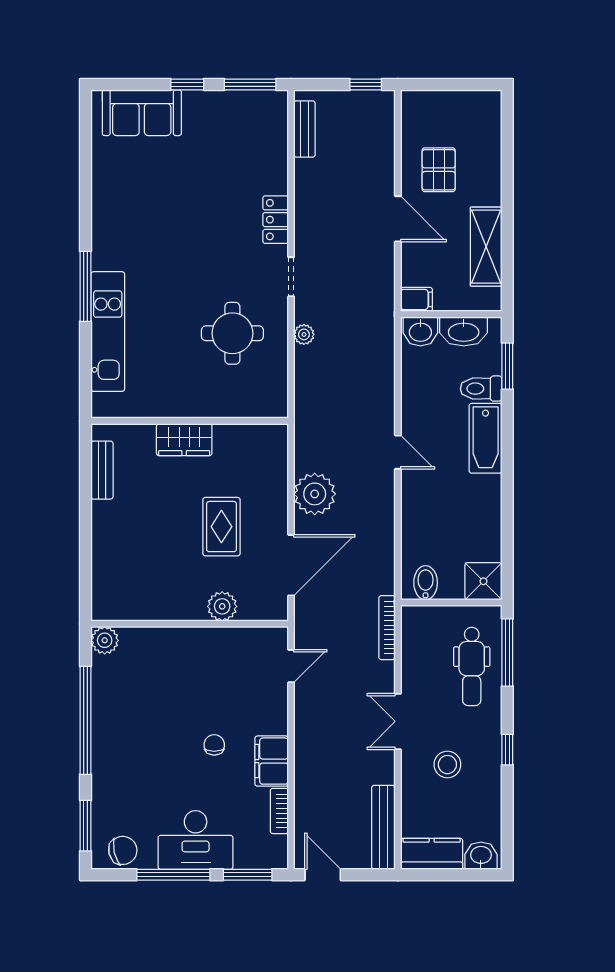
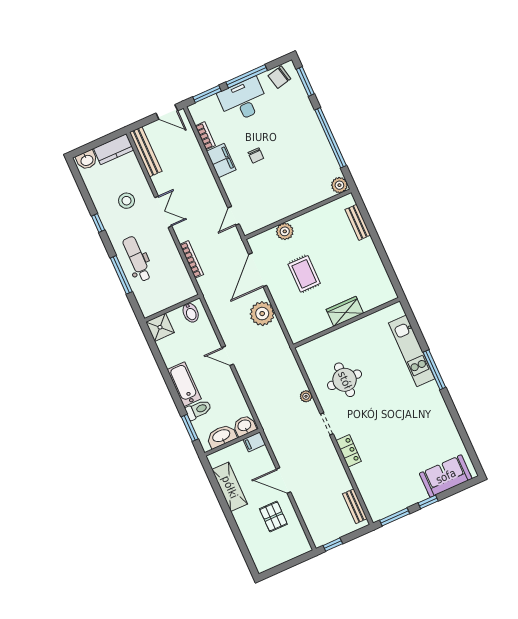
bench: (102, 470) -> (358, 222), moved
shower: (483, 581) -> (160, 327), moved
bidet: (426, 583) -> (191, 313), moved
wall: (451, 602) -> (172, 308), moved

